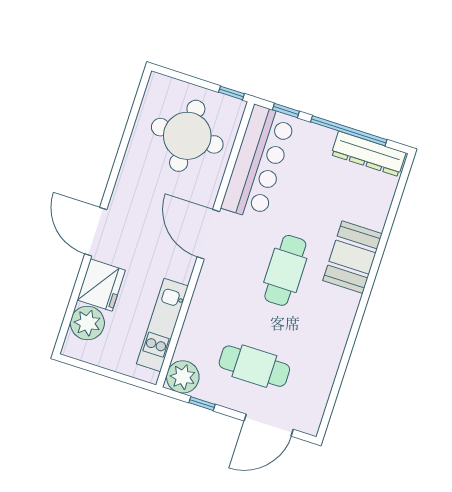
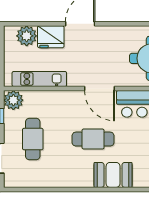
door: (208, 234) -> (99, 89), swing flipped

